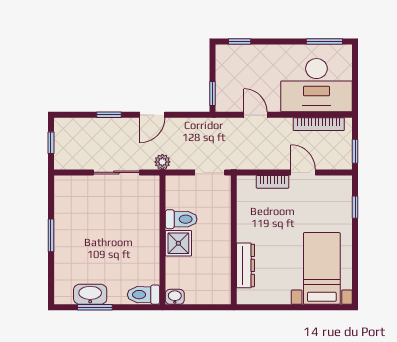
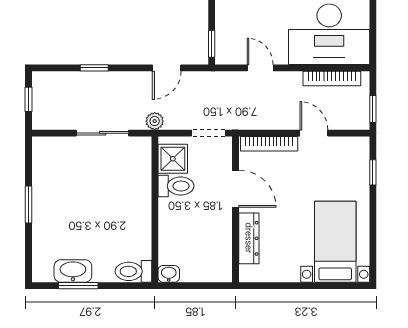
door: (152, 115) -> (167, 68), moved
bookcase: (273, 182) -> (269, 144), width x1.56
door: (234, 222) -> (236, 189), added
shower: (178, 243) -> (173, 159), moved

